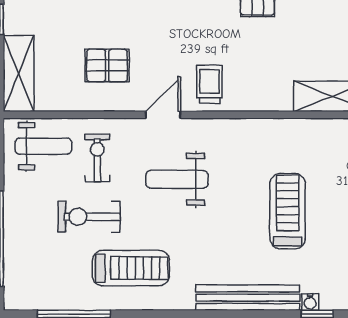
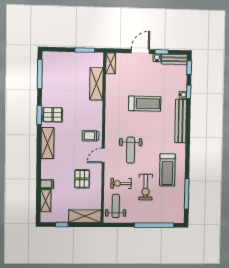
door: (163, 115) -> (103, 155), hinge flipped
treadmill: (288, 211) -> (145, 104), turned 180
treadmill: (131, 268) -> (167, 170), turned 180

